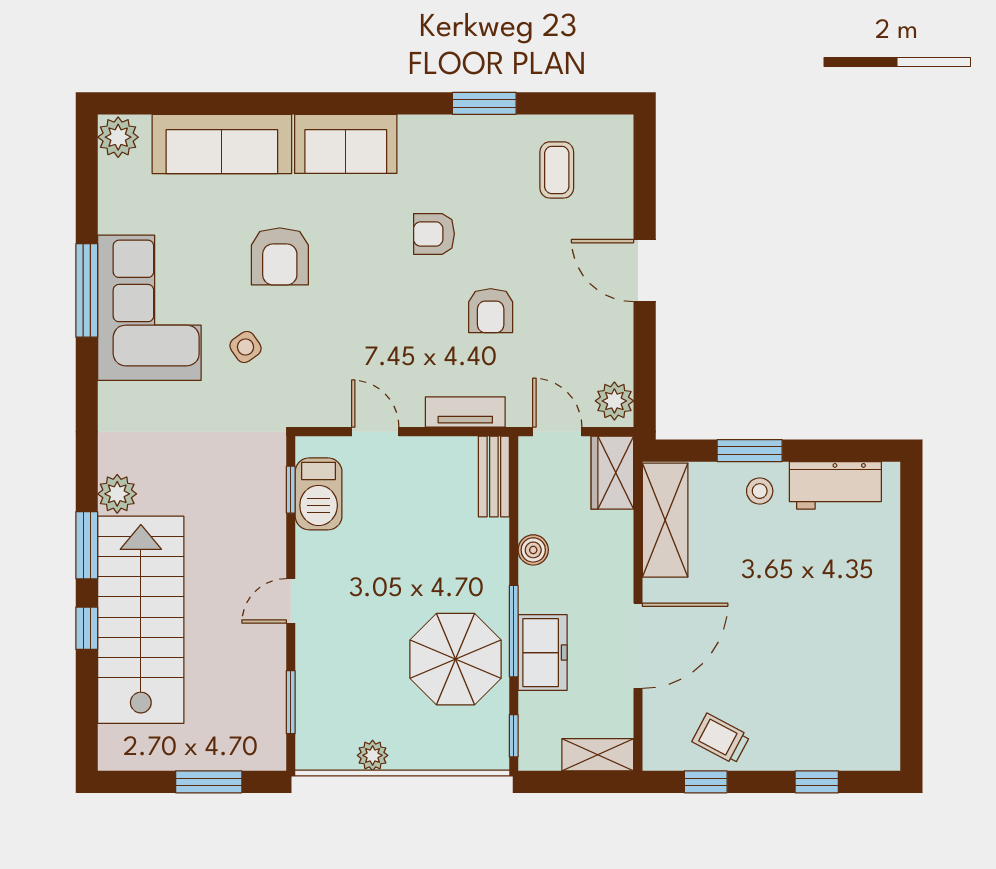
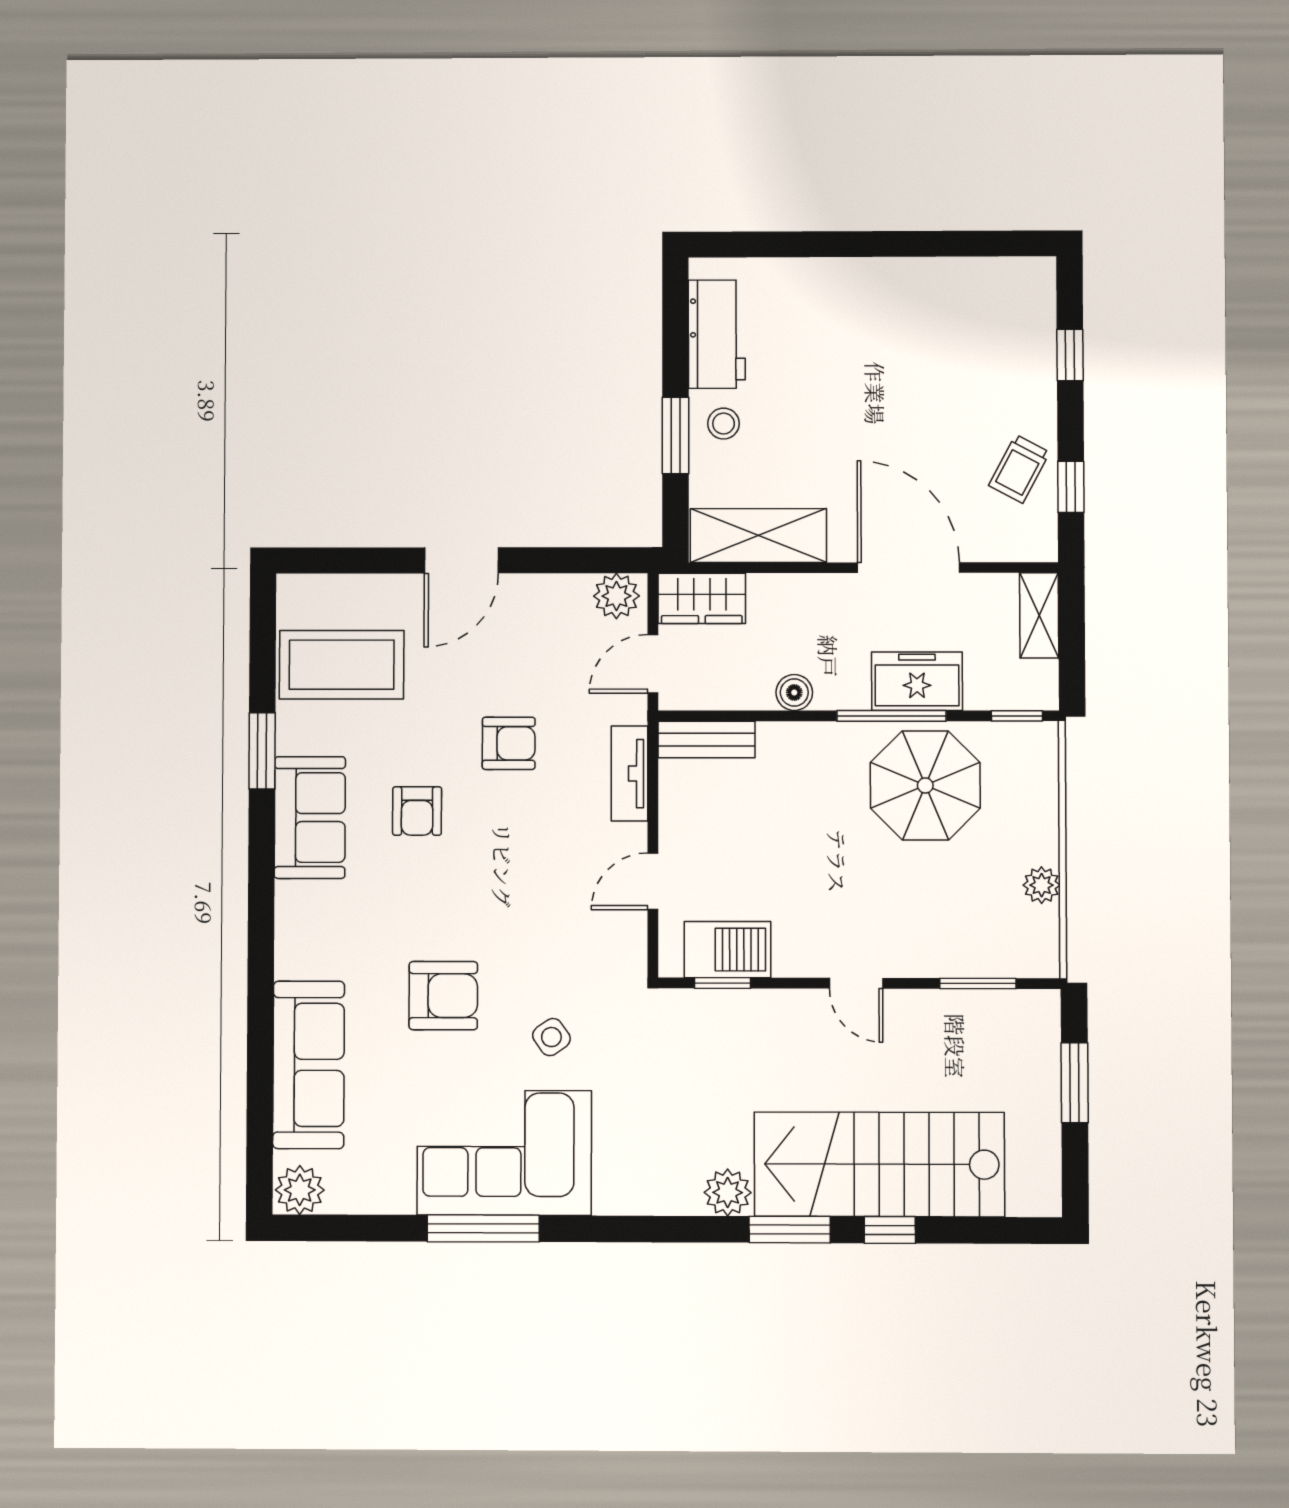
sofa: (346, 144) -> (310, 818), moved
coffee table: (557, 170) -> (342, 665), width x1.86, depth x1.72

